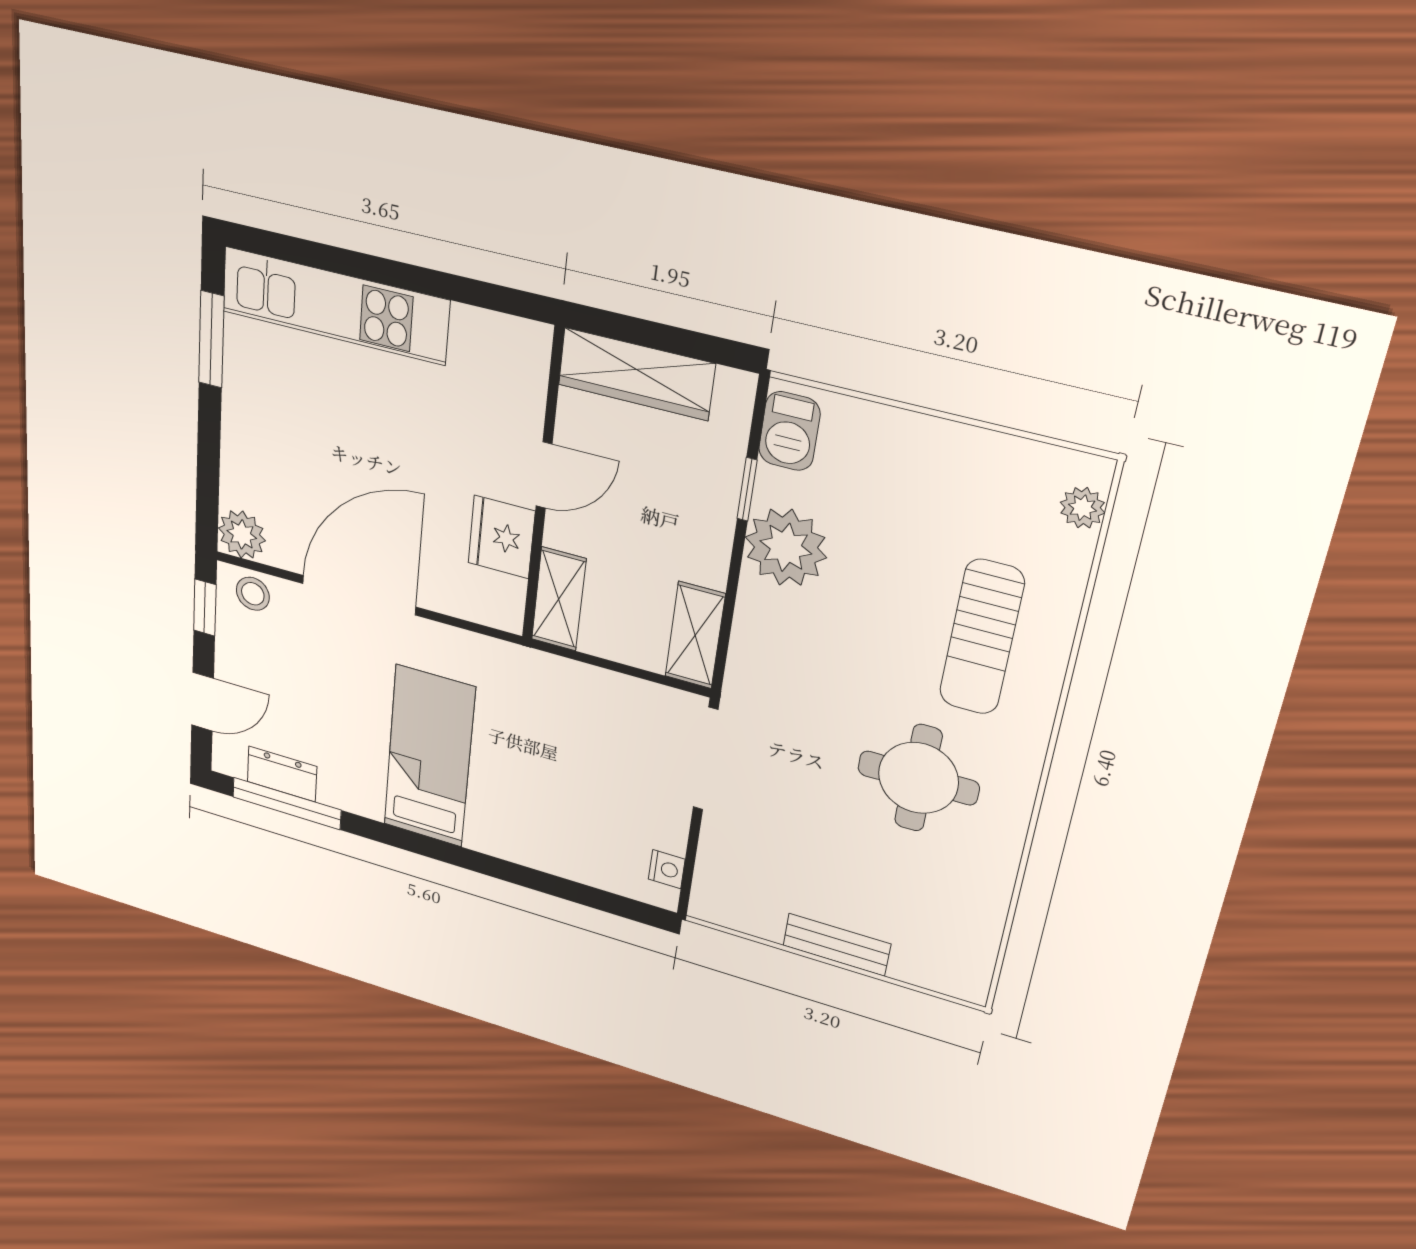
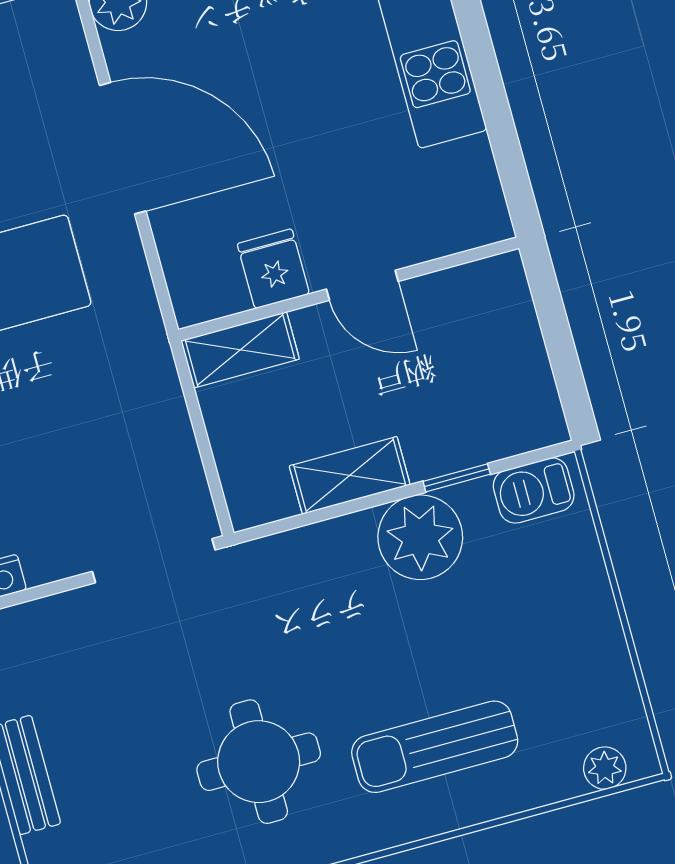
wardrobe: (636, 374) -> (511, 331), removed
fridge: (501, 537) -> (273, 269), width x0.72
stool: (253, 594) -> (56, 35), removed
shelving: (695, 635) -> (350, 475), moved

